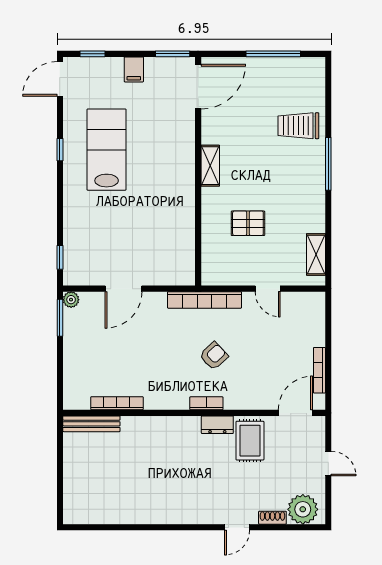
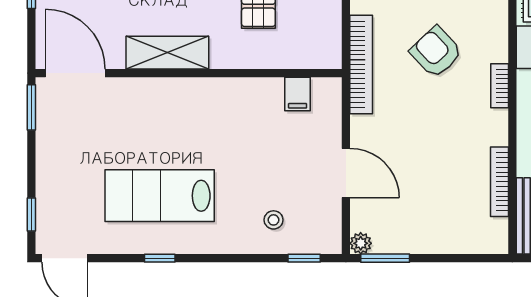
filing cabinet: (134, 69) -> (298, 94), moved, turned 90
shelving: (210, 166) -> (167, 53), width x1.50, depth x1.33
stool: (88, 235) -> (274, 220), added
armchair: (214, 356) -> (436, 52), width x1.38, depth x1.38
bookcase: (206, 403) -> (500, 86), moved

